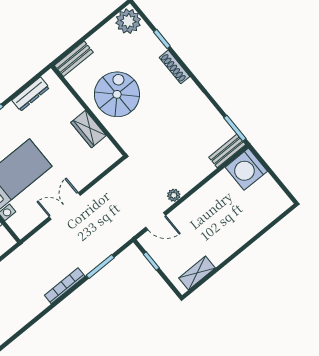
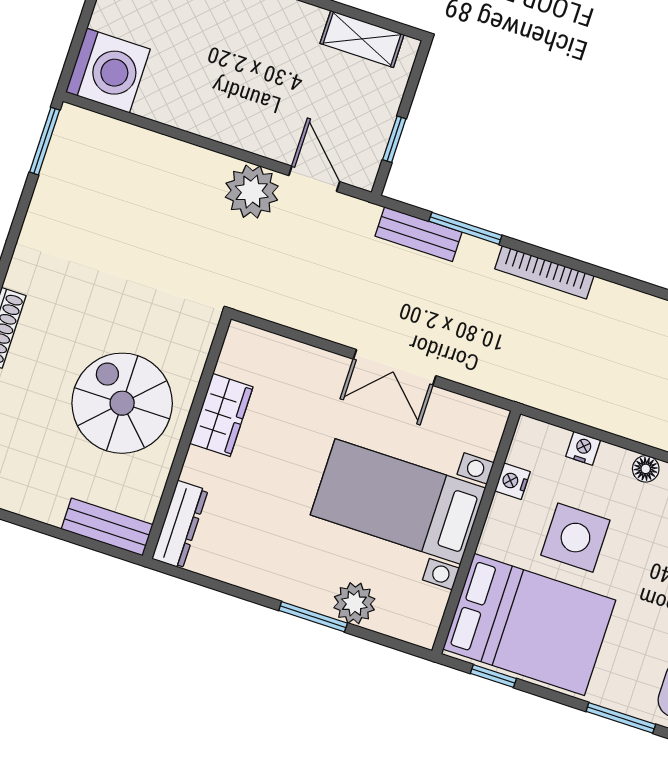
dresser: (31, 94) -> (180, 525), moved, turned 90
spiral stairs: (117, 94) -> (122, 403), turned 90
bench: (227, 151) -> (419, 234), moved
plant: (174, 195) -> (252, 192), width x1.87, depth x1.87

